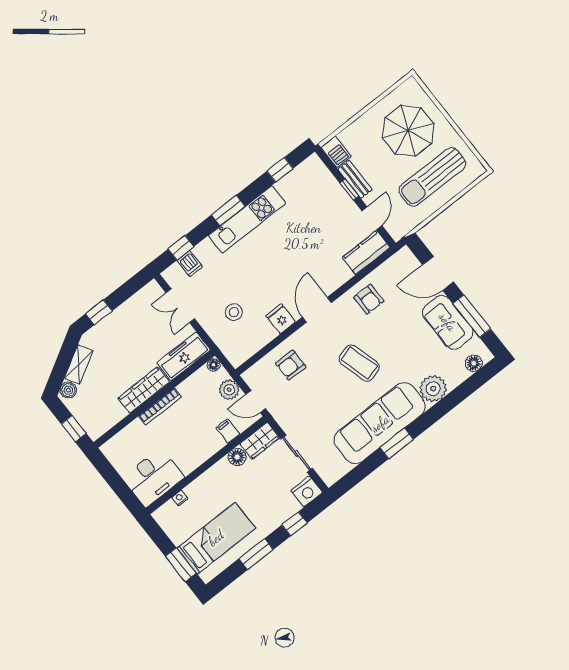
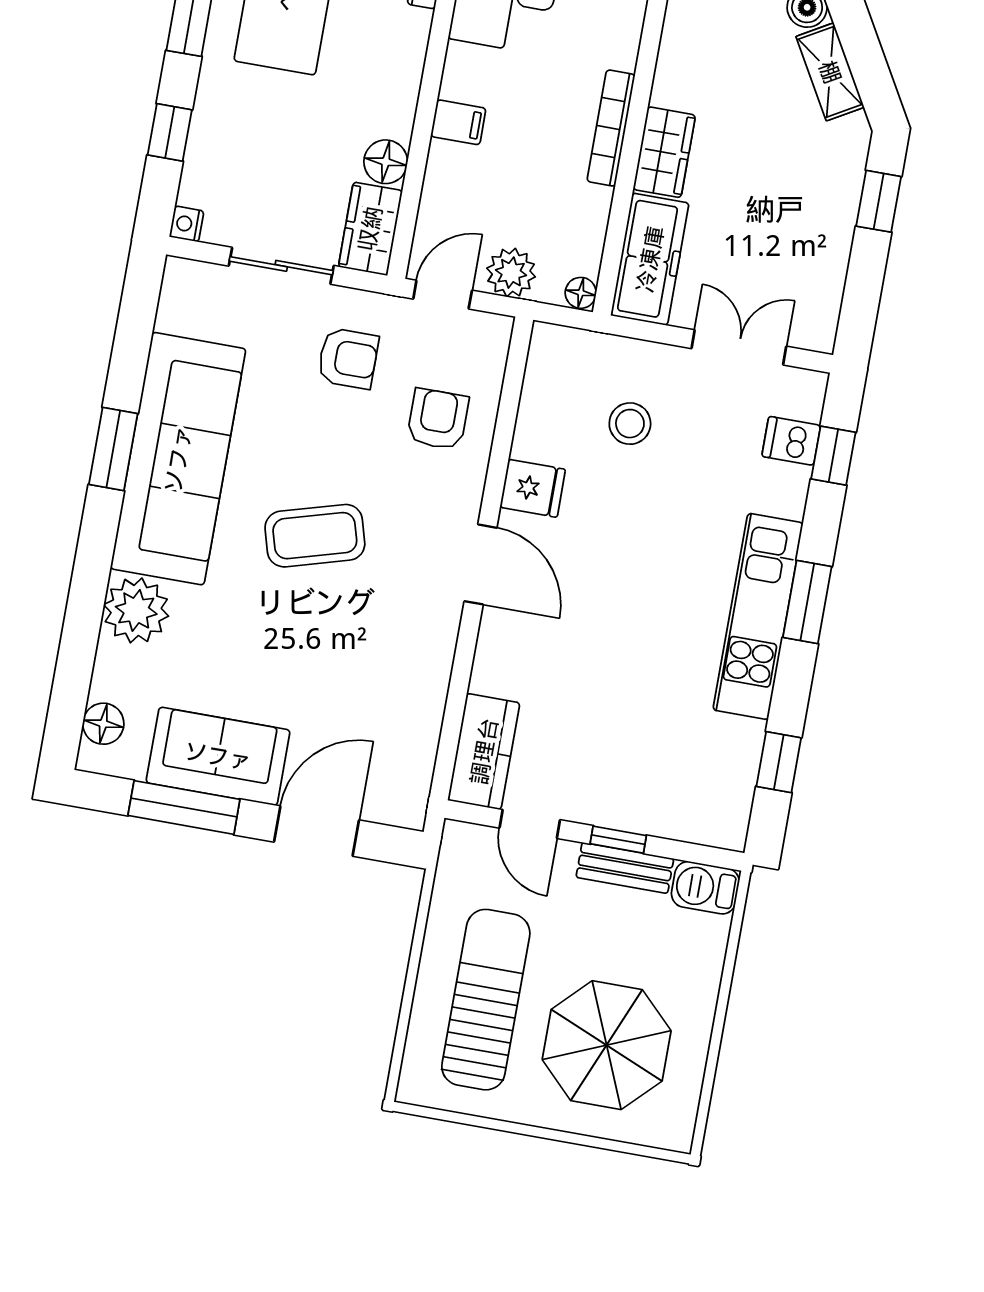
armchair: (369, 299) -> (348, 358), moved, turned 180
wardrobe: (144, 390) -> (664, 152), width x0.67
filing cabinet: (228, 431) -> (458, 122), moved
nightstand: (307, 491) -> (187, 224), width x0.53, depth x0.56

